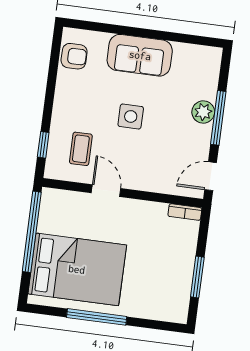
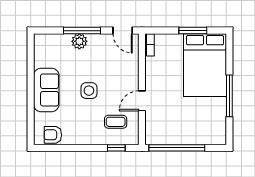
armchair: (74, 56) -> (53, 135), turned -90
bed: (77, 269) -> (205, 65), moved, turned 180

